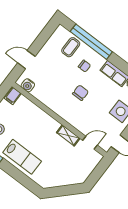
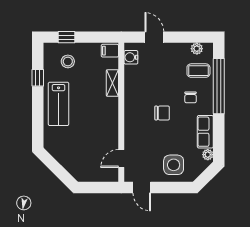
plant: (55, 37) -> (197, 49), added
shelving: (68, 135) -> (112, 83), moved
door: (90, 143) -> (121, 158), swing flipped

